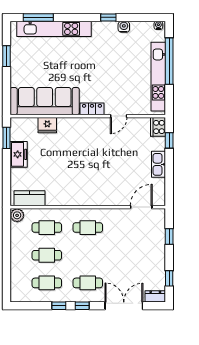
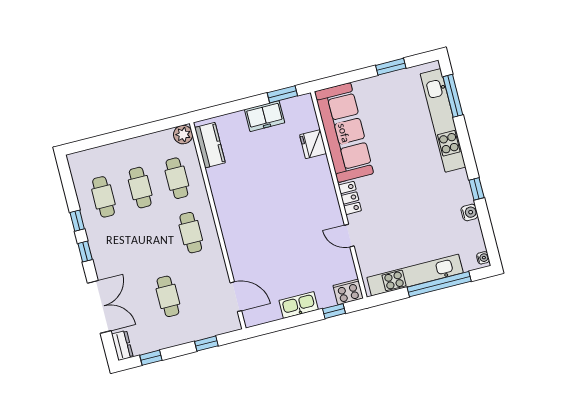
cafe table: (88, 283) -> (168, 296), moved

